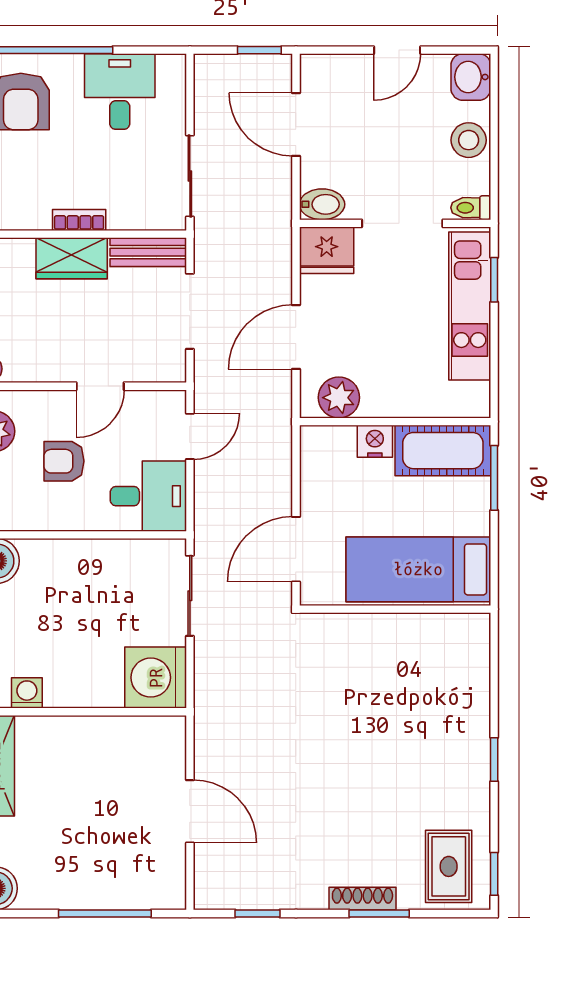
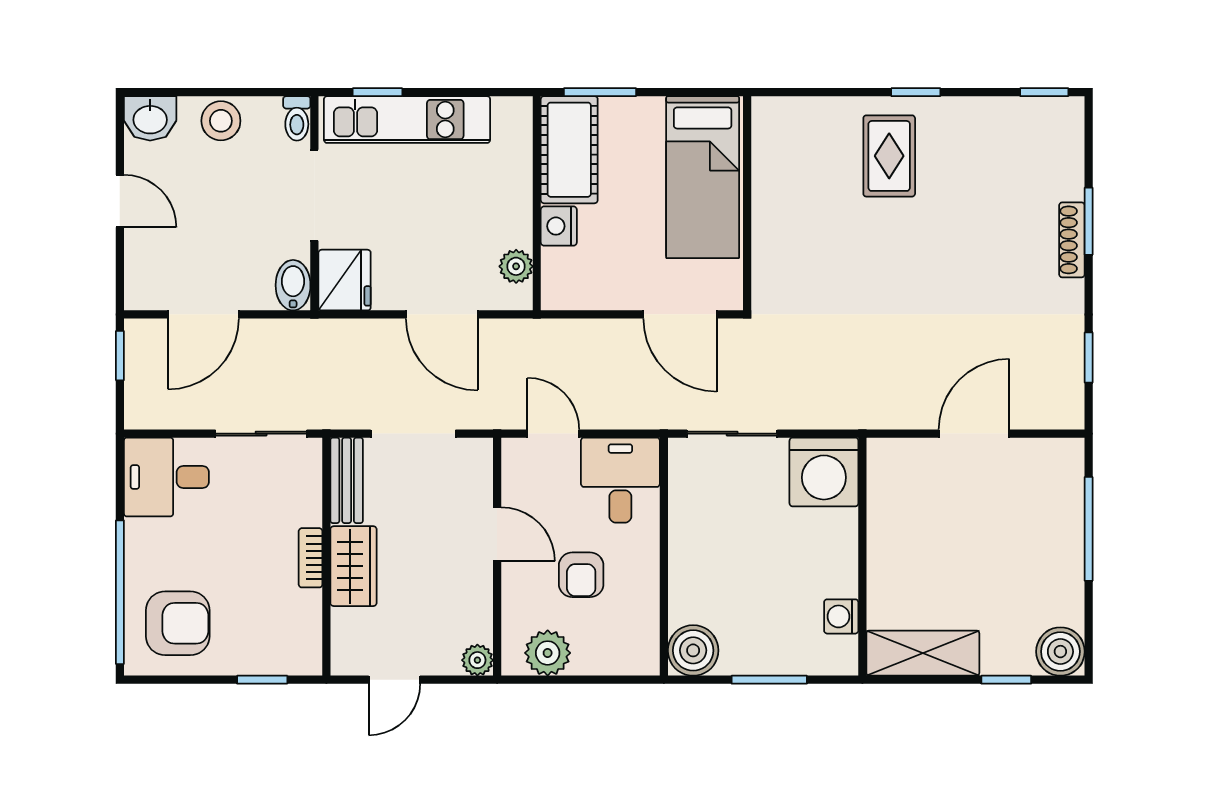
desk: (120, 92) -> (166, 477), moved
plant: (339, 398) -> (516, 266), width x0.73, depth x0.73
rug: (449, 866) -> (889, 156), moved, turned 90

